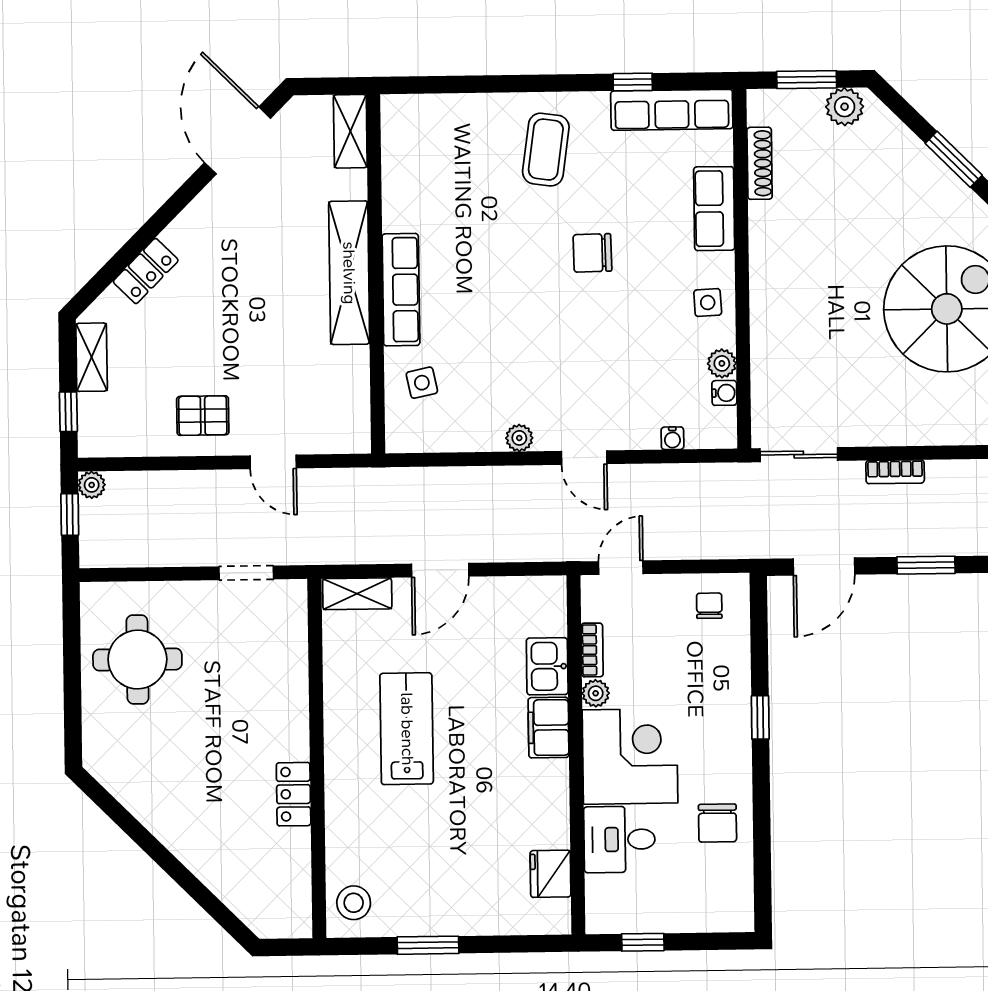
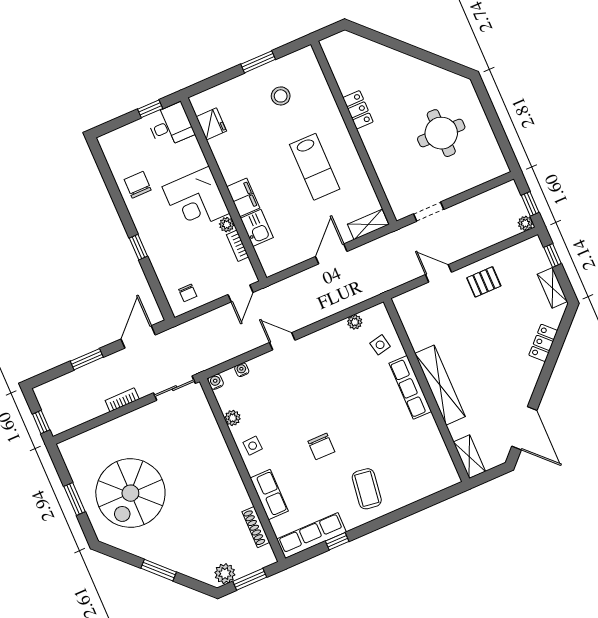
chair: (592, 253) -> (321, 446), turned 91
water cooler: (724, 393) -> (216, 382), moved, turned 90
plant: (519, 438) -> (355, 322), moved
round table: (137, 660) -> (441, 133), moved
desk: (619, 839) -> (171, 125), moved
stool: (354, 903) -> (281, 96), moved

